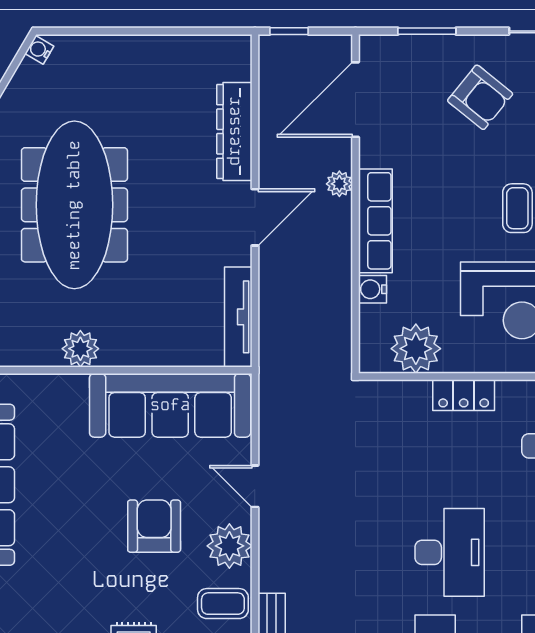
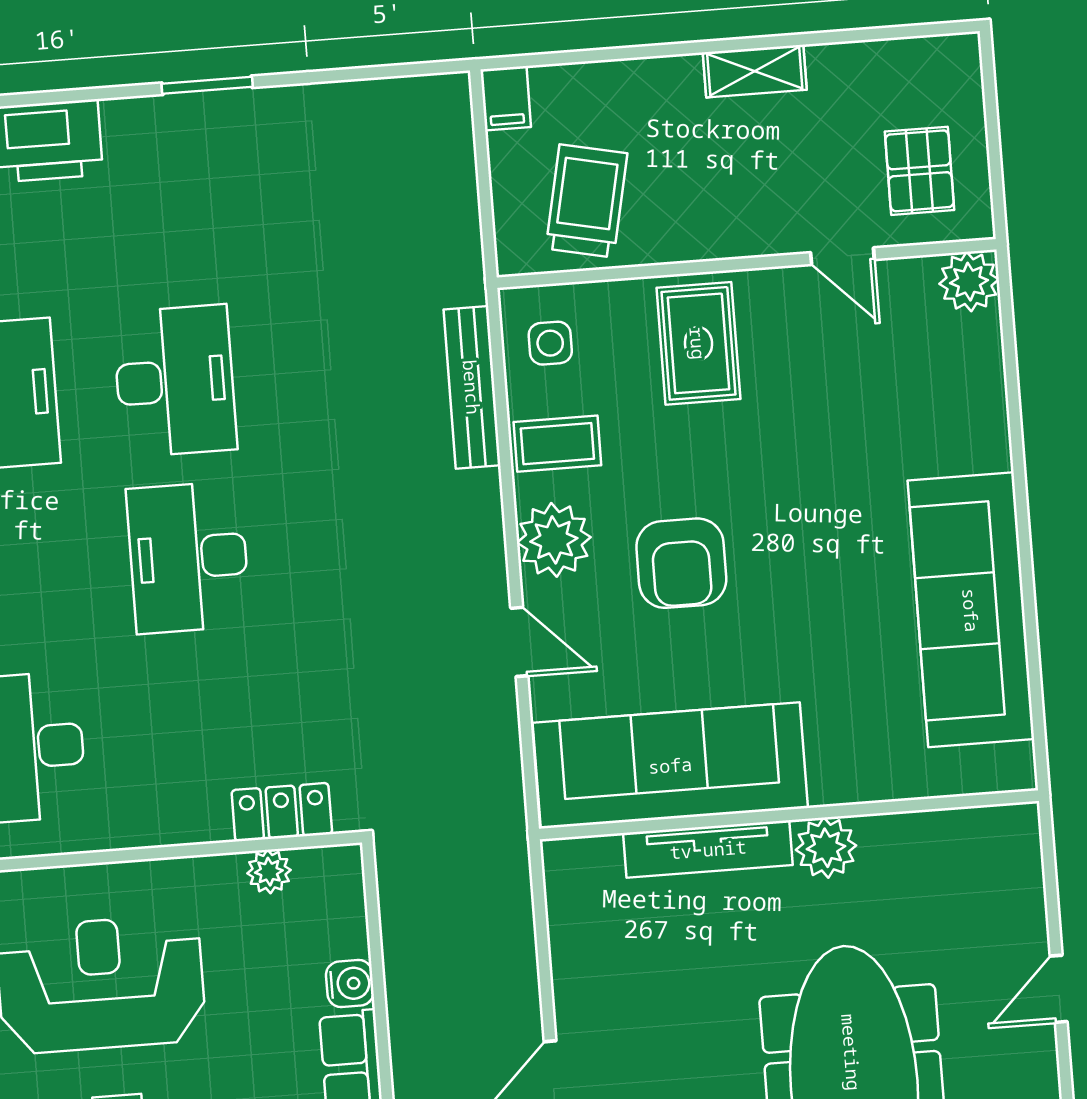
tv unit: (238, 317) -> (708, 849), moved, turned 90
plant: (416, 349) -> (269, 872), width x0.53, depth x0.53
locker: (464, 395) -> (282, 812), moved

